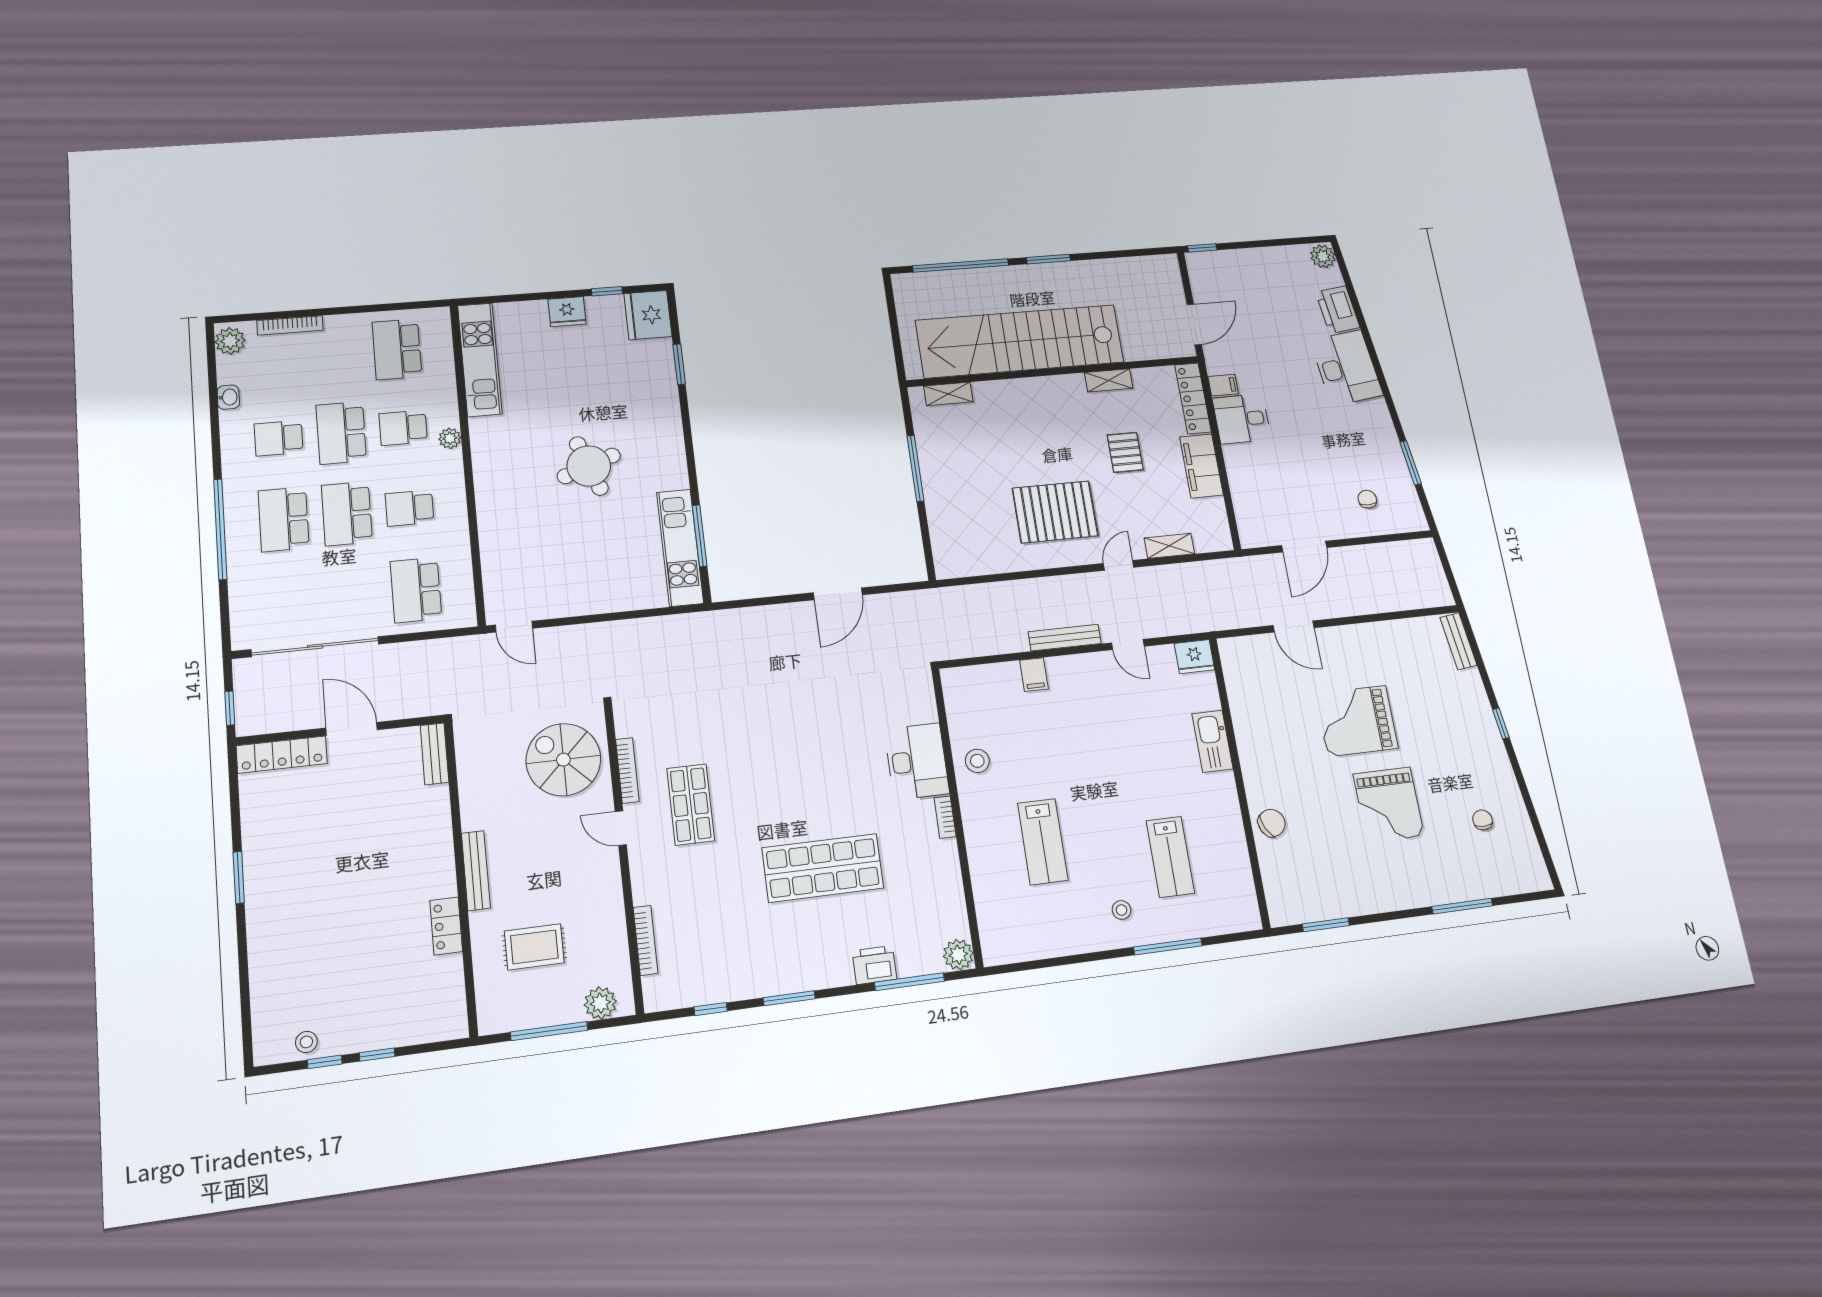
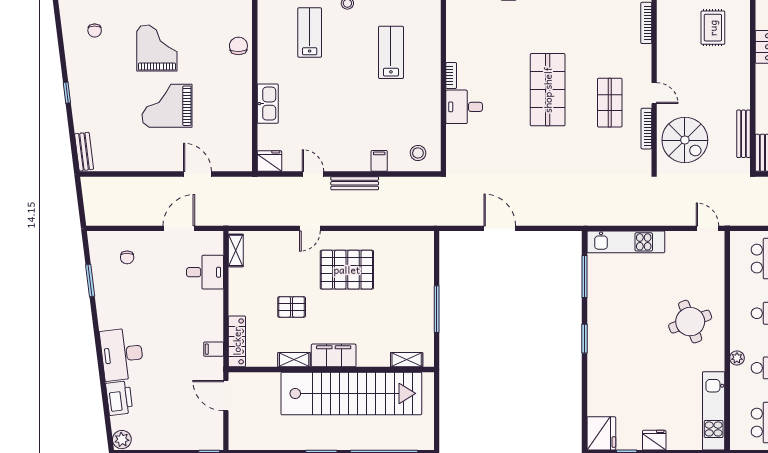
door: (1194, 324) -> (226, 396), hinge flipped
window: (679, 364) -> (584, 339), moved
desk: (1242, 419) -> (205, 272), moved
pallet: (1125, 452) -> (292, 307), turned 90
round table: (589, 466) -> (690, 322), moved
filing cabinet: (1201, 466) -> (334, 355), moved, turned -90
shelving: (1169, 546) -> (236, 250), moved, turned 90
kitchen unit: (680, 548) -> (626, 242), moved, turned 90
door: (838, 594) -> (500, 228), hinge flipped
grand piano: (1357, 721) -> (167, 106), turned 180
desk: (917, 761) -> (464, 107), width x0.73
stool: (977, 761) -> (418, 153), moved
chair: (1272, 823) -> (238, 46), turned 116
shop shelf: (823, 868) -> (548, 90), moved, turned 90
bench: (476, 871) -> (743, 134), moved
rug: (534, 947) -> (713, 28), turned 90

